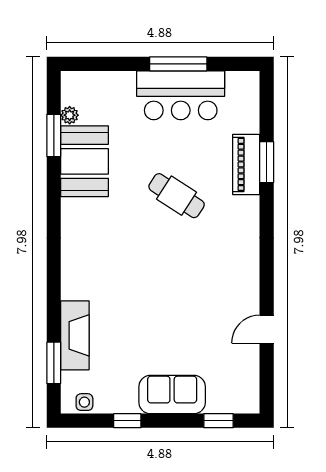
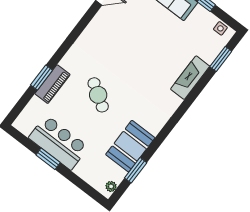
window: (178, 64) -> (48, 159), width x0.69
plant: (70, 115) -> (111, 186), moved
fireplace: (75, 335) -> (190, 78), moved

